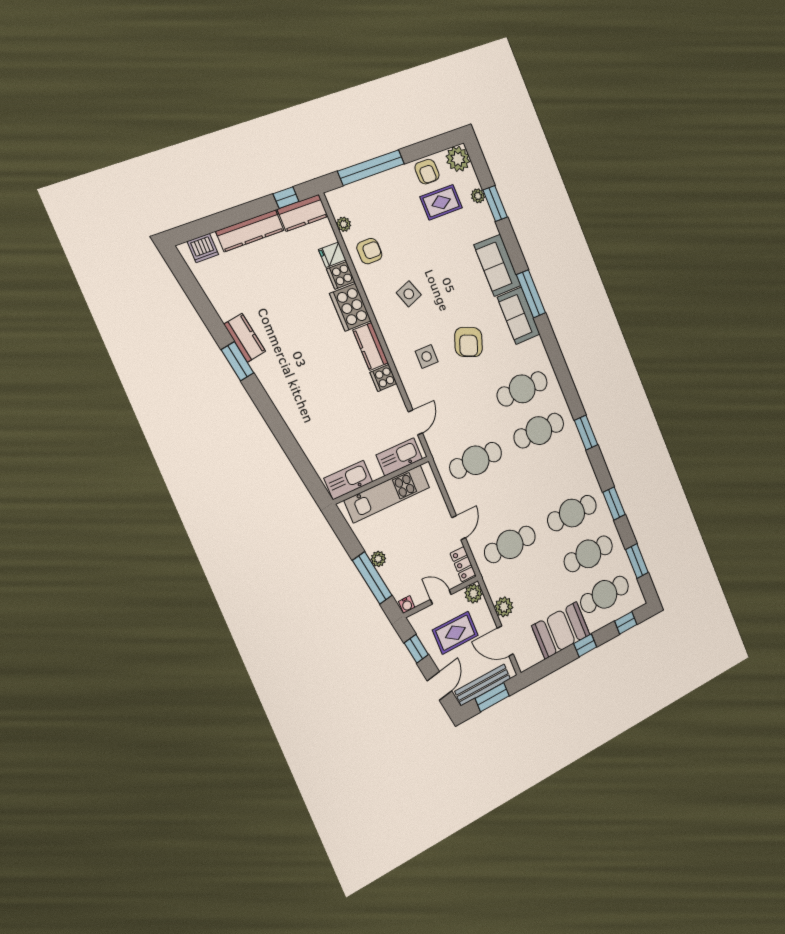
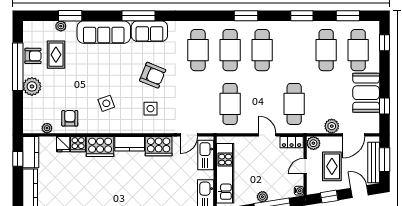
plant: (458, 159) -> (32, 86), moved
window: (371, 168) -> (18, 67), moved
sofa: (497, 265) -> (104, 32), width x1.36
cooker: (384, 378) -> (159, 146), width x1.87, depth x1.31
door: (415, 422) -> (189, 135), swing flipped
cafe table: (572, 513) -> (262, 50), moved
window: (585, 645) -> (384, 106), moved

